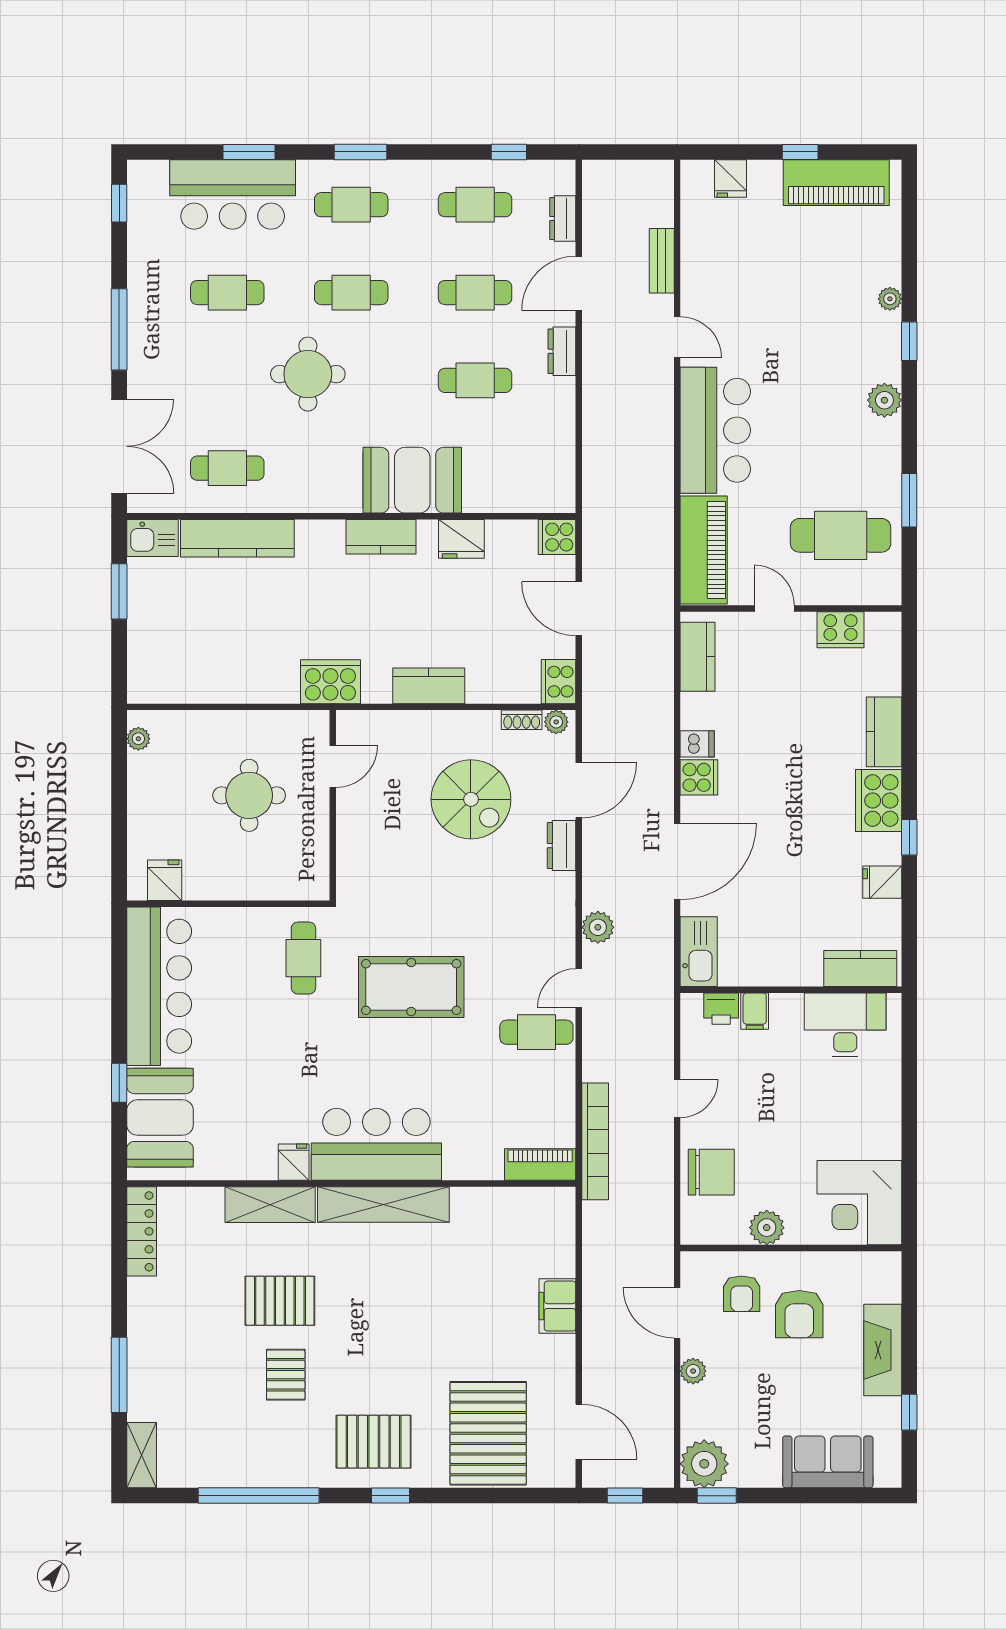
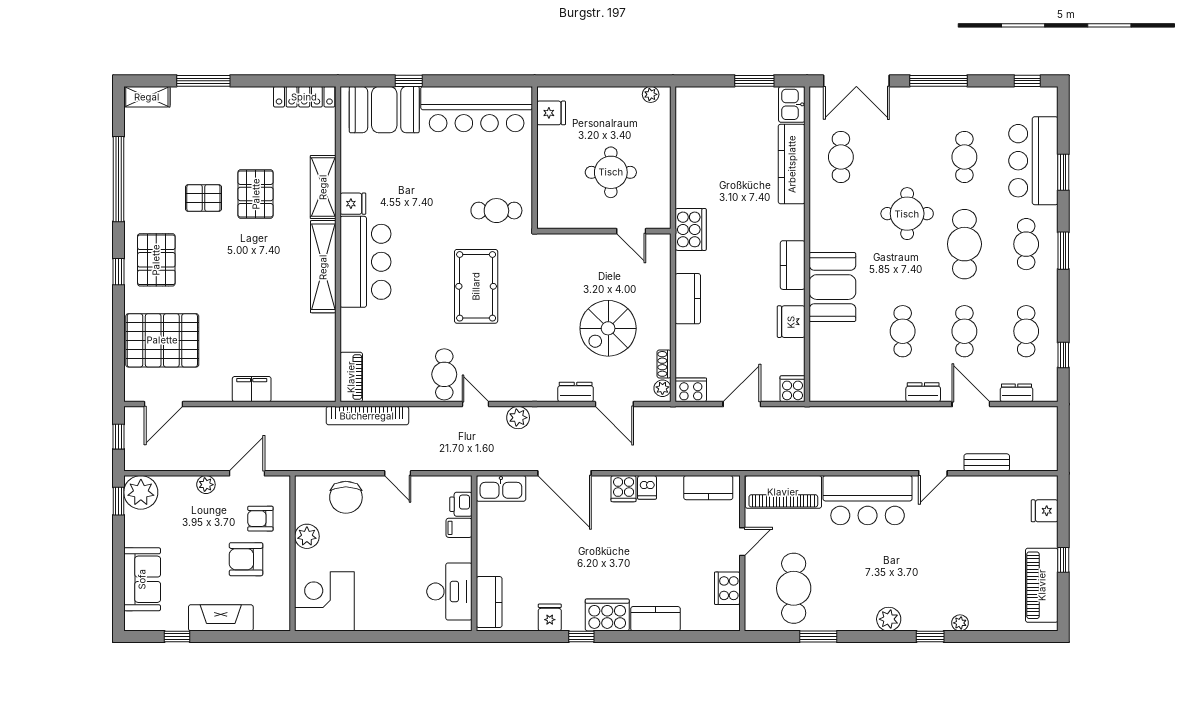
cafe table: (351, 293) -> (964, 244), width x1.37, depth x1.35

